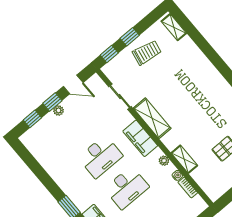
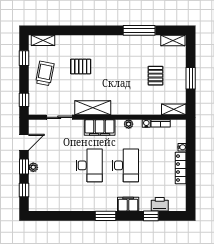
window: (130, 37) -> (24, 58), moved
pallet: (179, 78) -> (81, 67), added
shelving: (184, 159) -> (174, 109), moved

